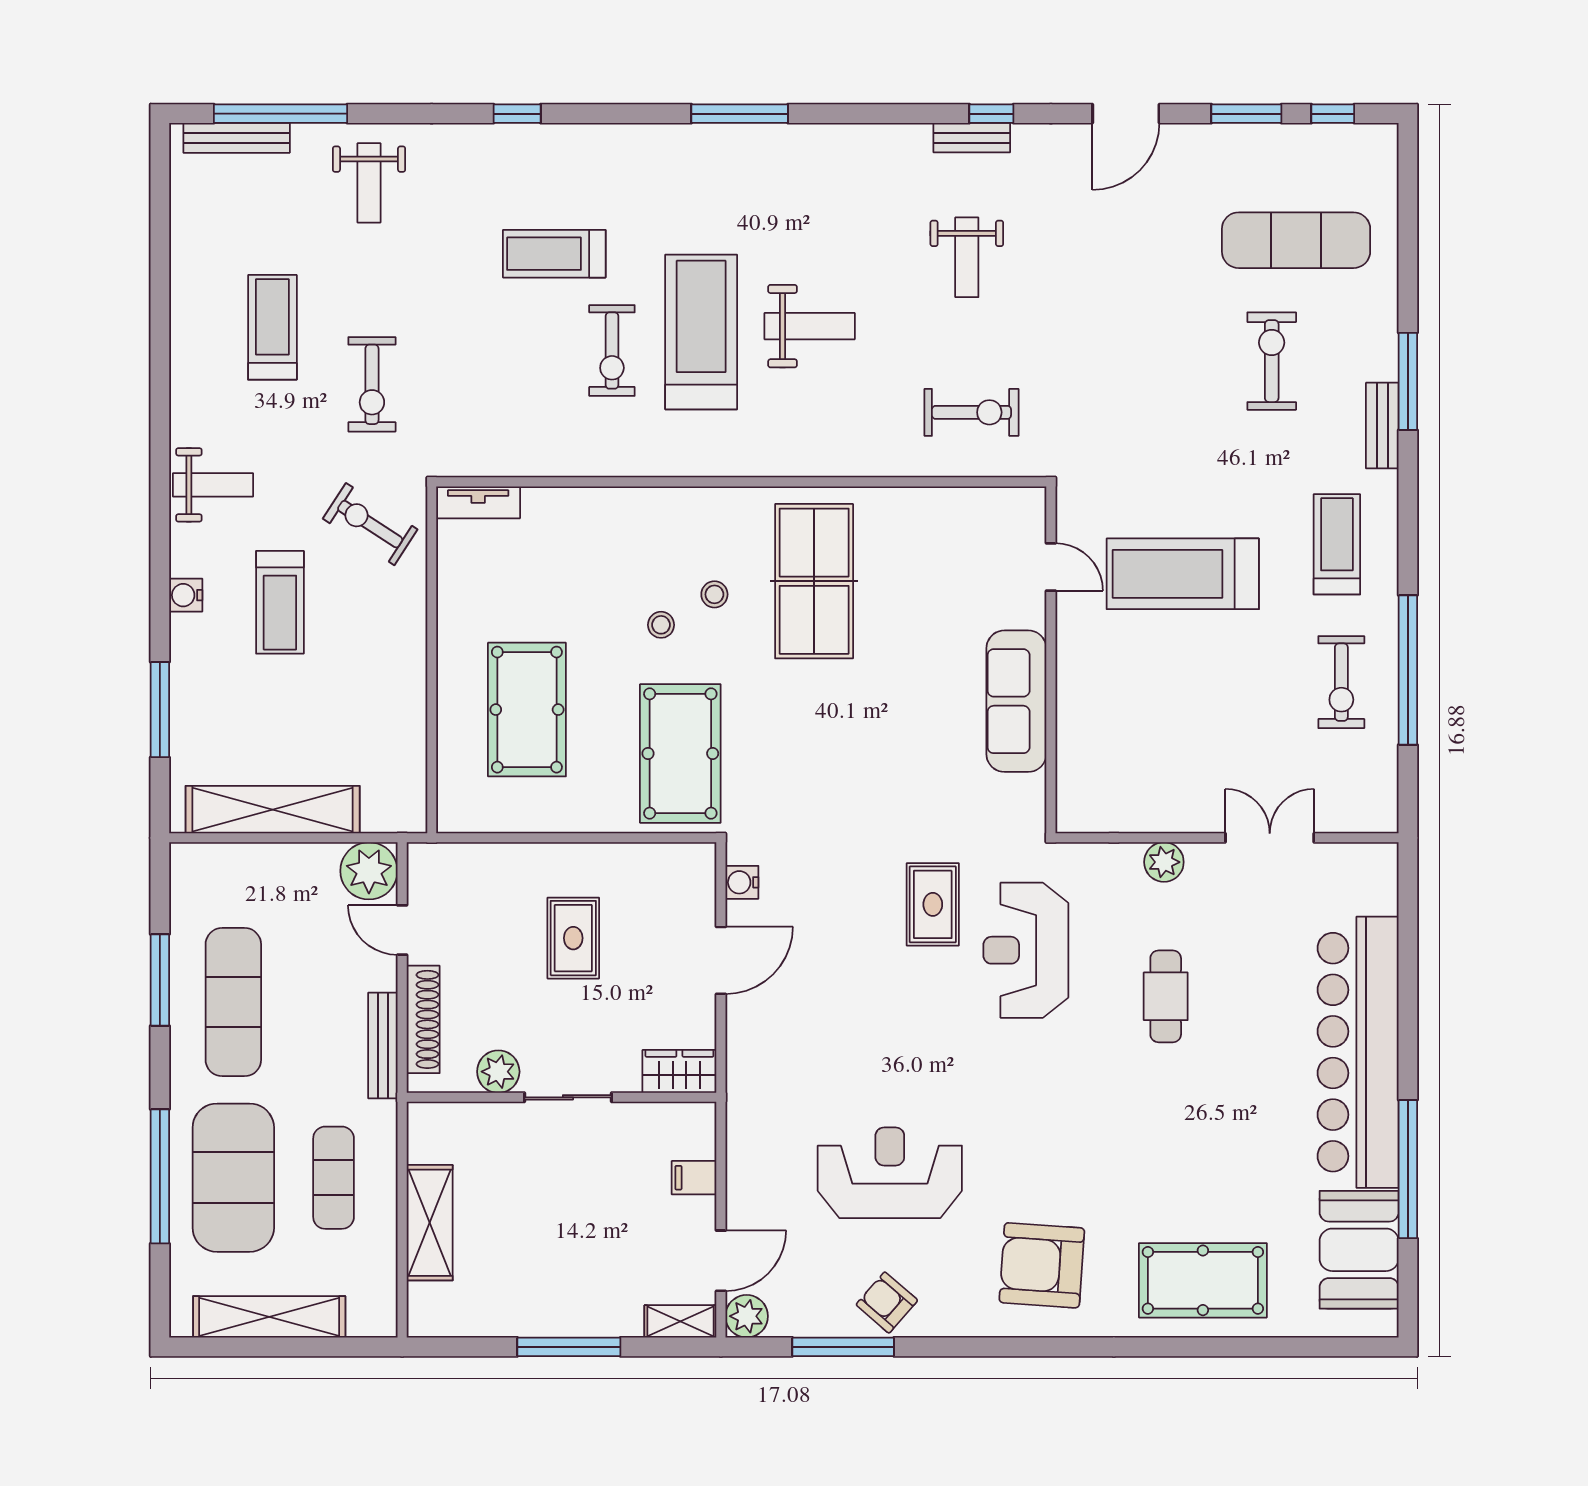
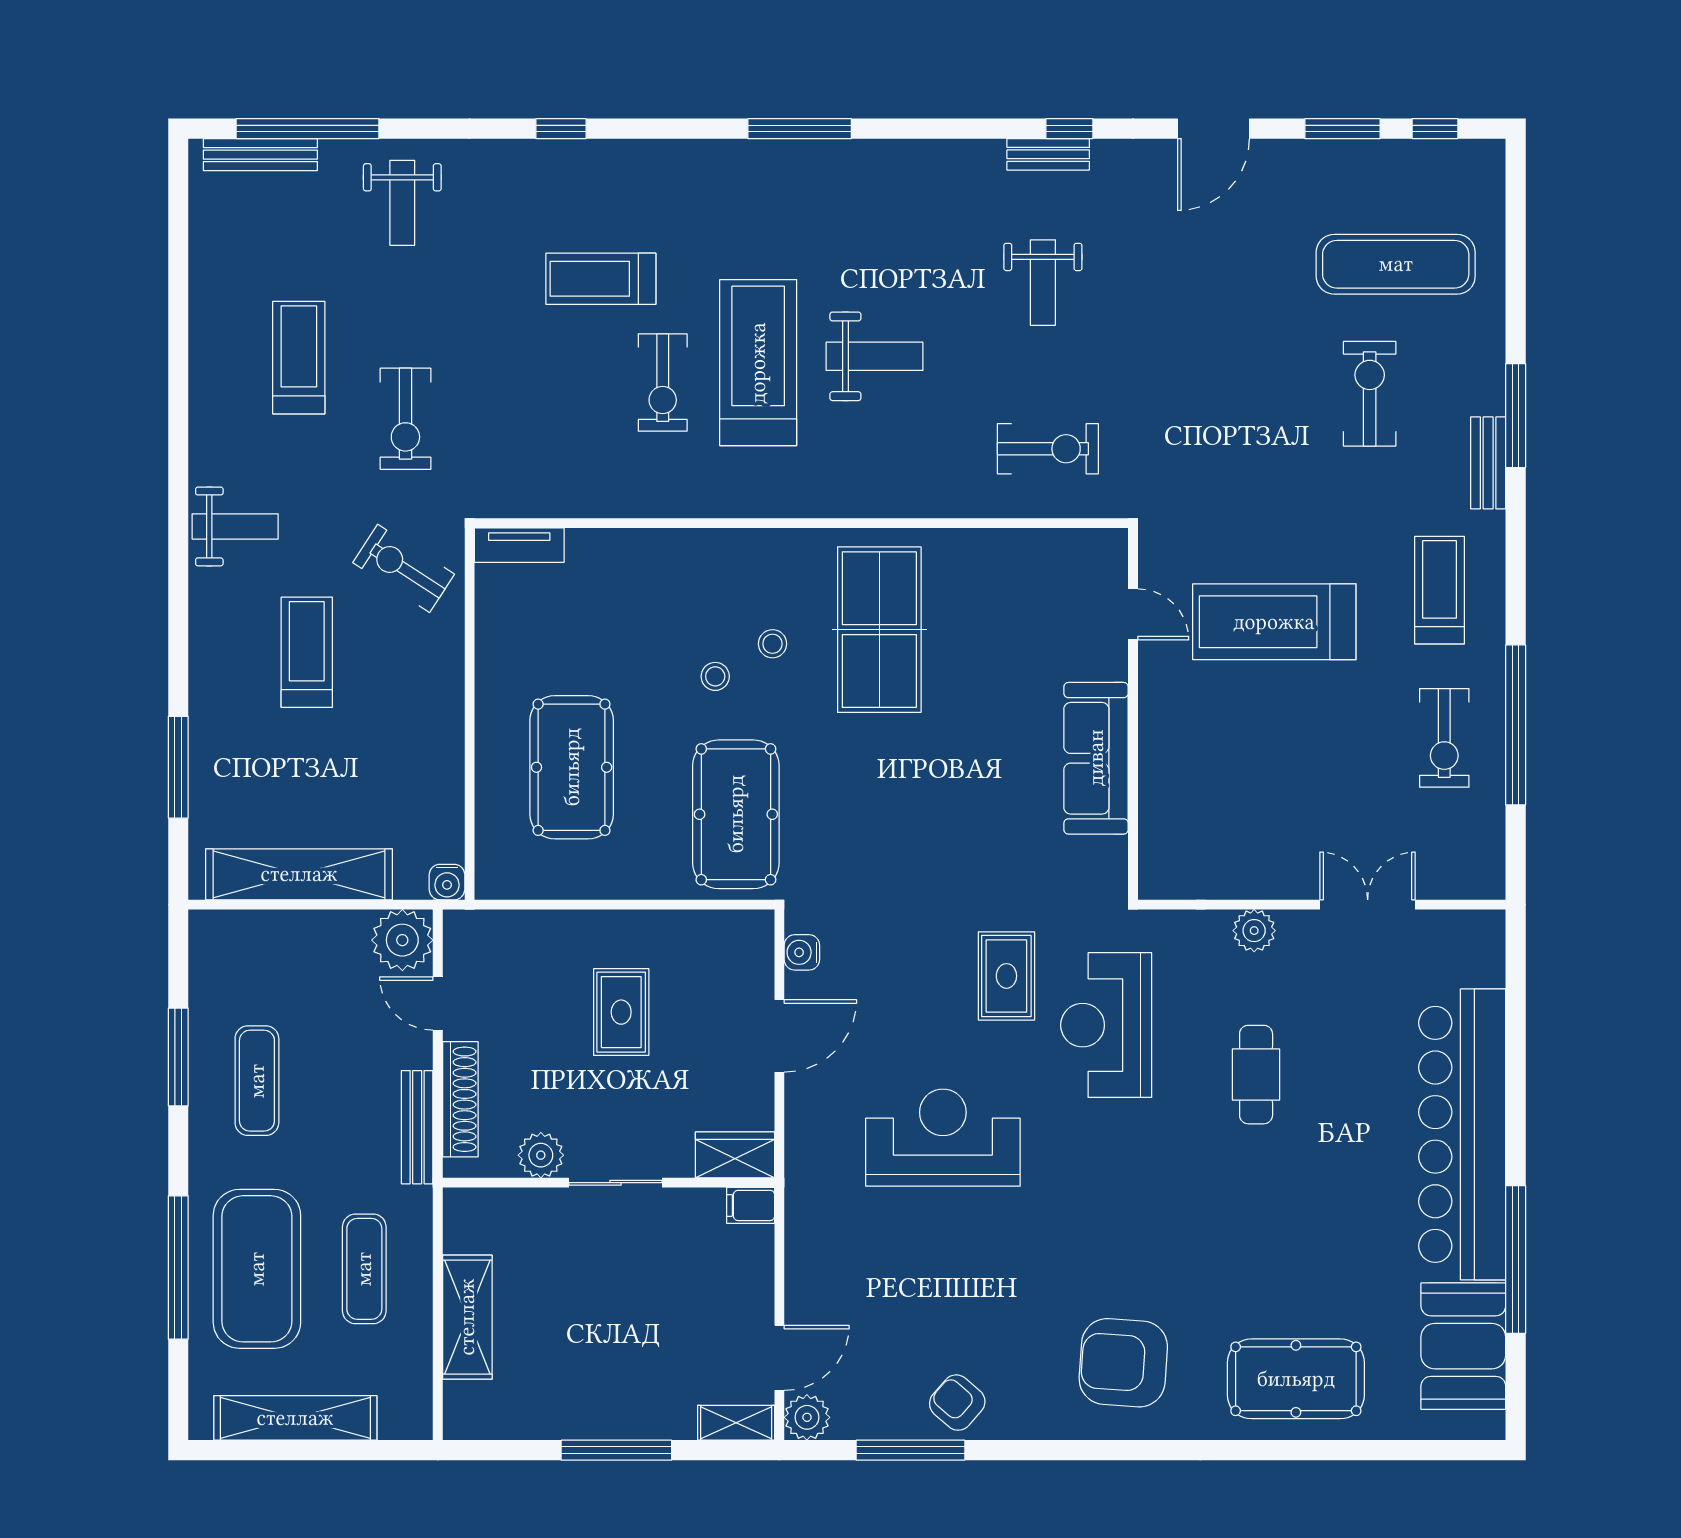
water cooler: (186, 595) -> (447, 882), moved, turned -90
treadmill: (280, 602) -> (307, 652), turned 180
exercise mat: (233, 1002) -> (257, 1081), width x0.73, depth x0.69
reception desk: (890, 1173) -> (943, 1138), moved
filing cabinet: (694, 1178) -> (751, 1205), moved

